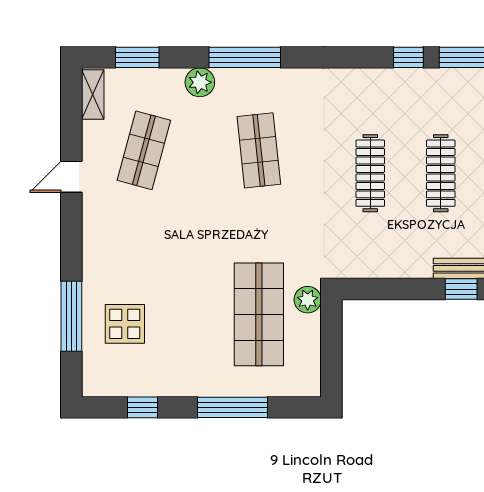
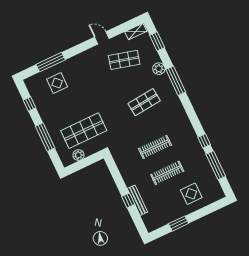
plant: (308, 300) -> (78, 155), moved

